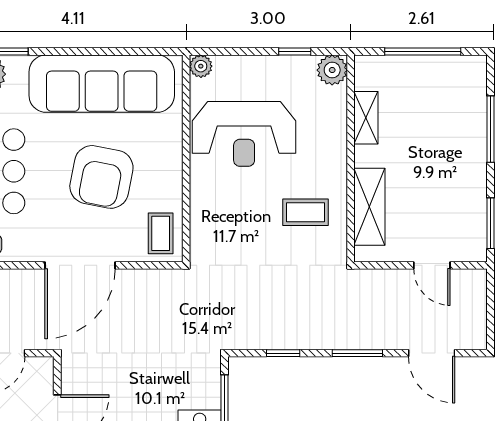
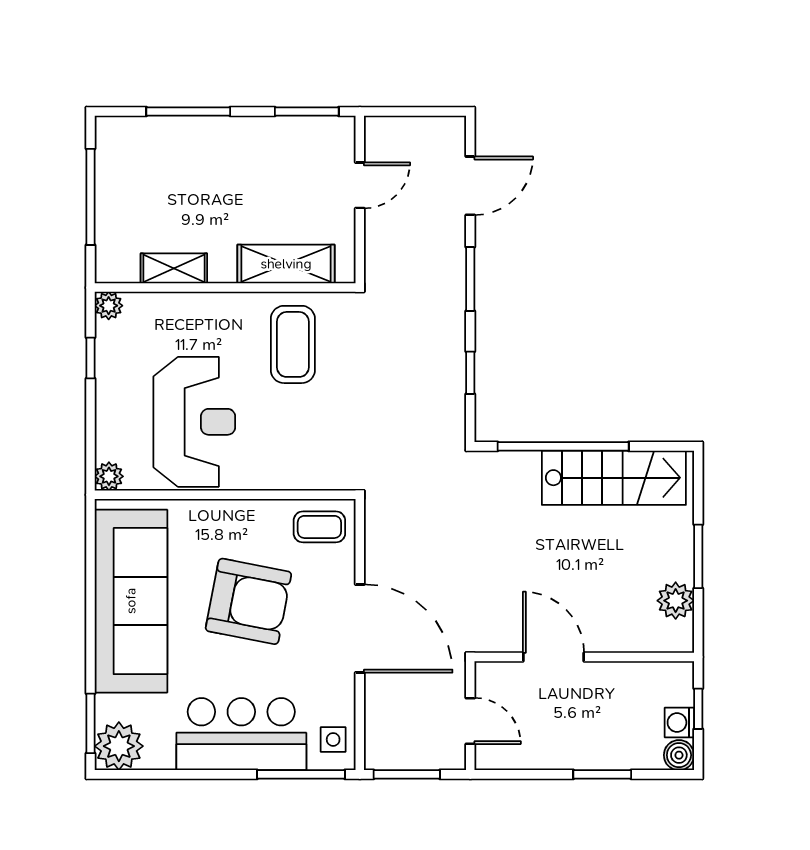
plant: (332, 70) -> (109, 306), width x0.73, depth x0.73
coffee table: (305, 212) -> (293, 344), width x1.36, depth x1.30

